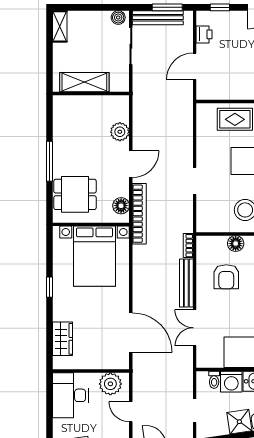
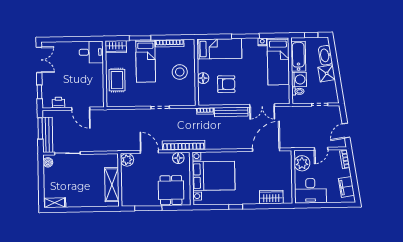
shelving: (84, 82) -> (112, 185), moved
wall: (91, 94) -> (120, 180), moved

